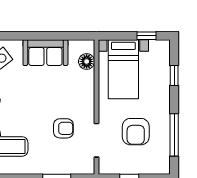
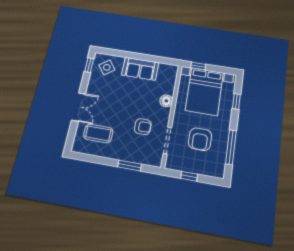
window: (146, 36) -> (198, 66), moved
floor lamp: (87, 61) -> (166, 101), moved
bed with nightstands: (123, 69) -> (204, 91), width x1.36

